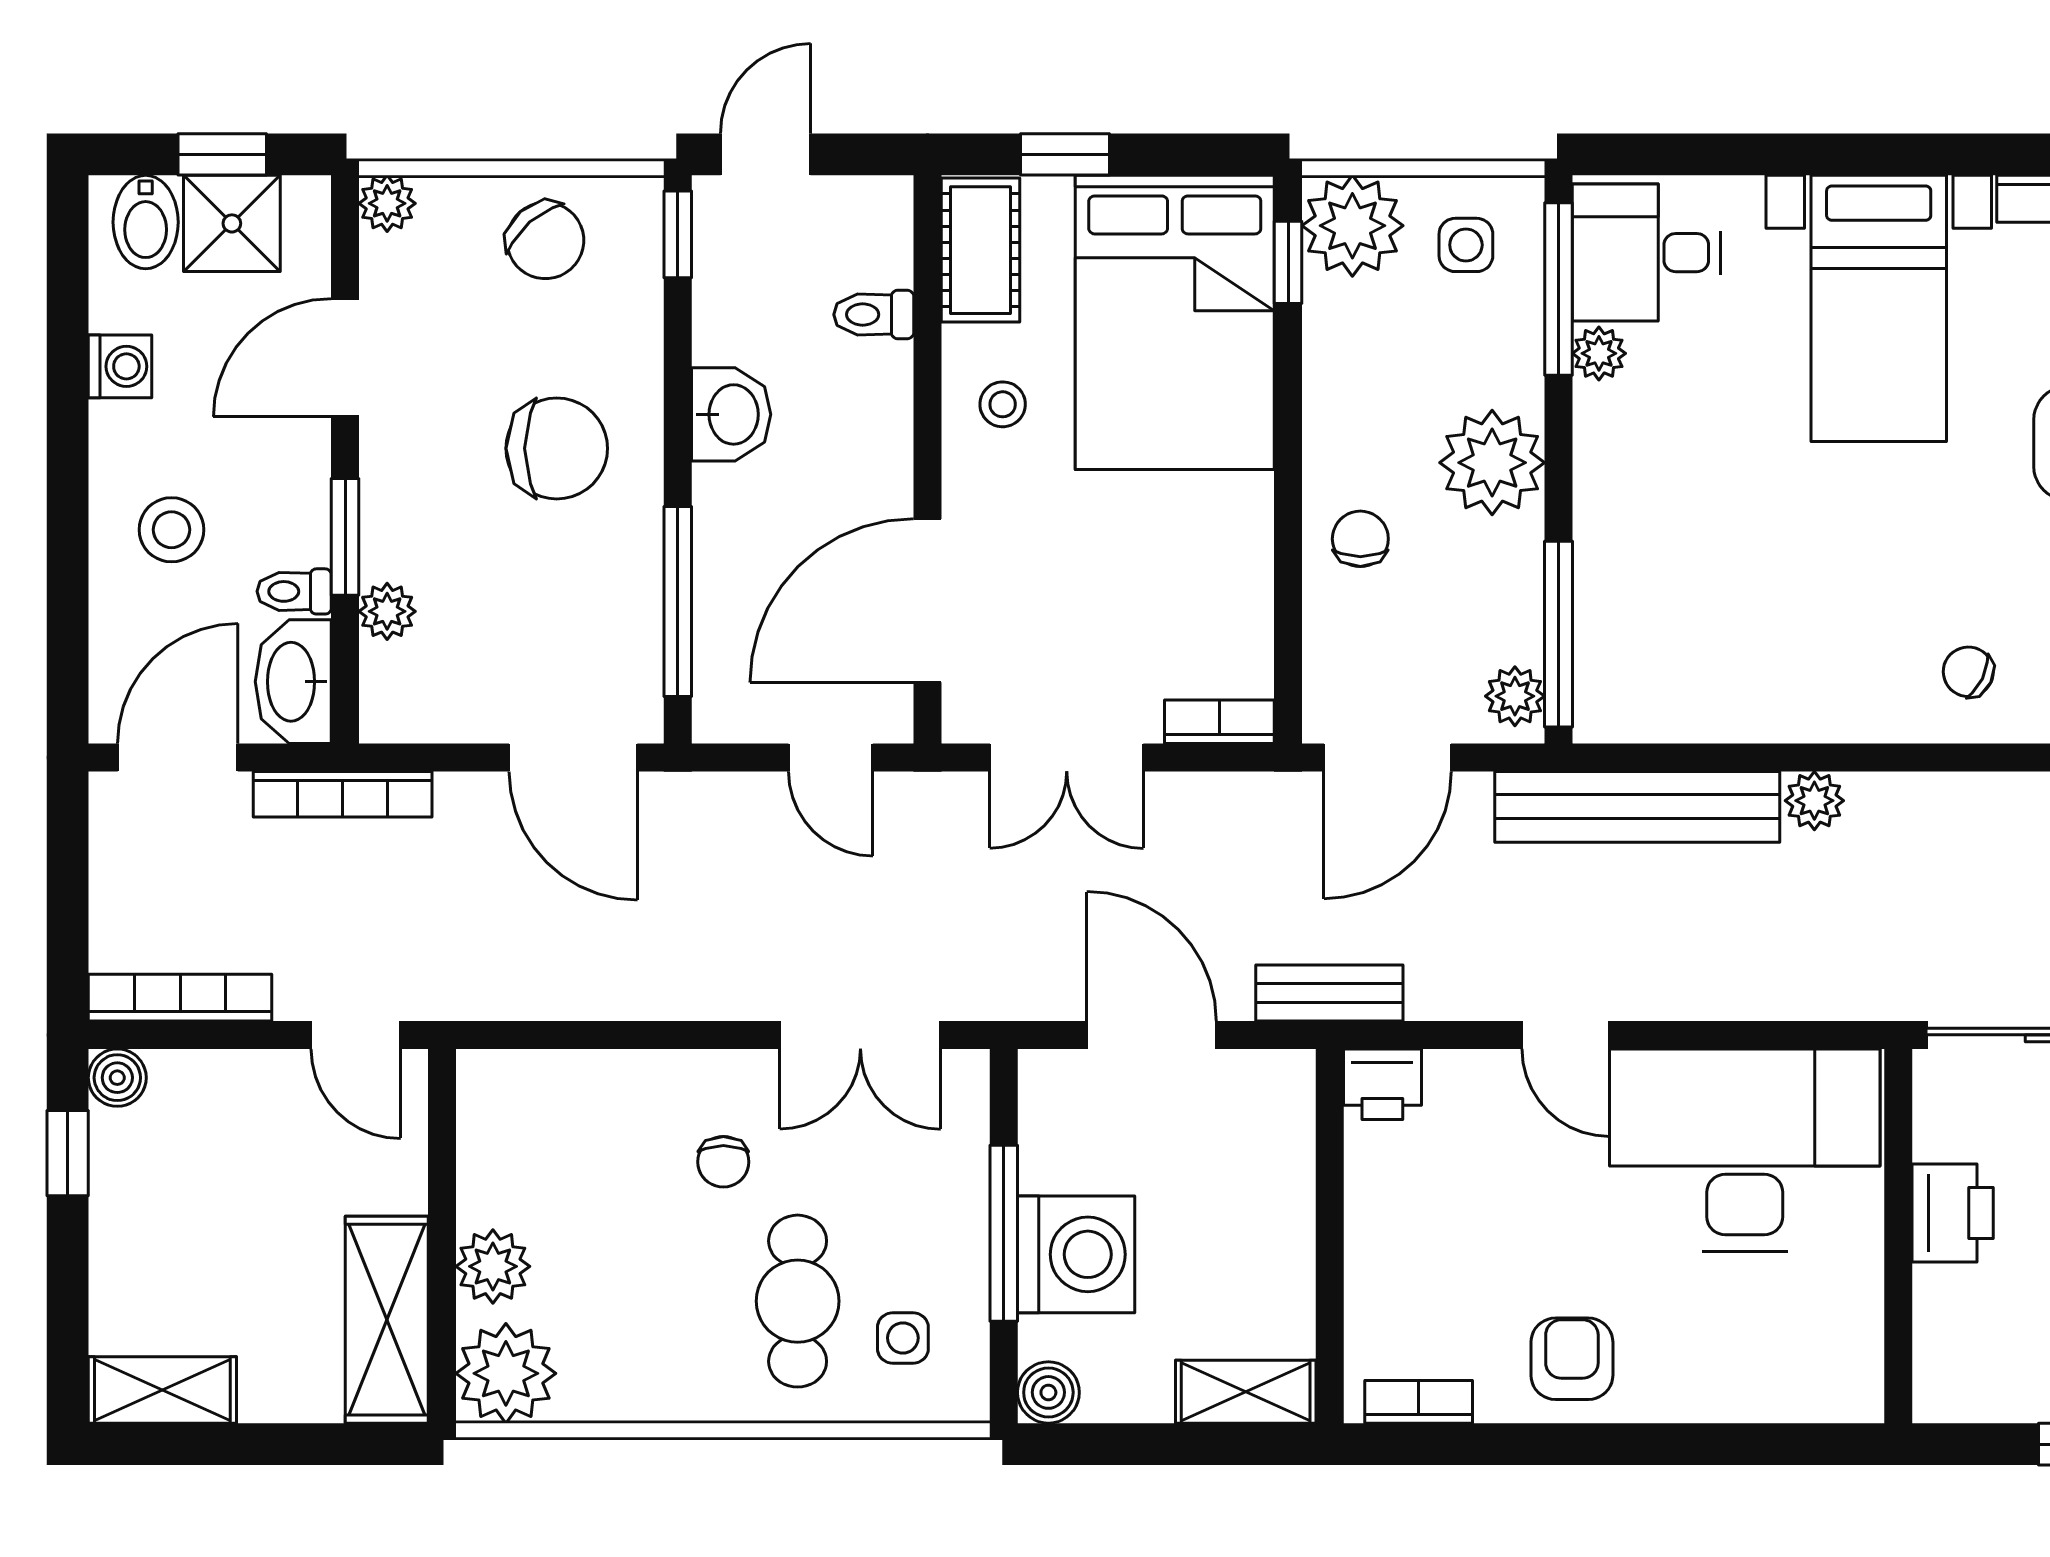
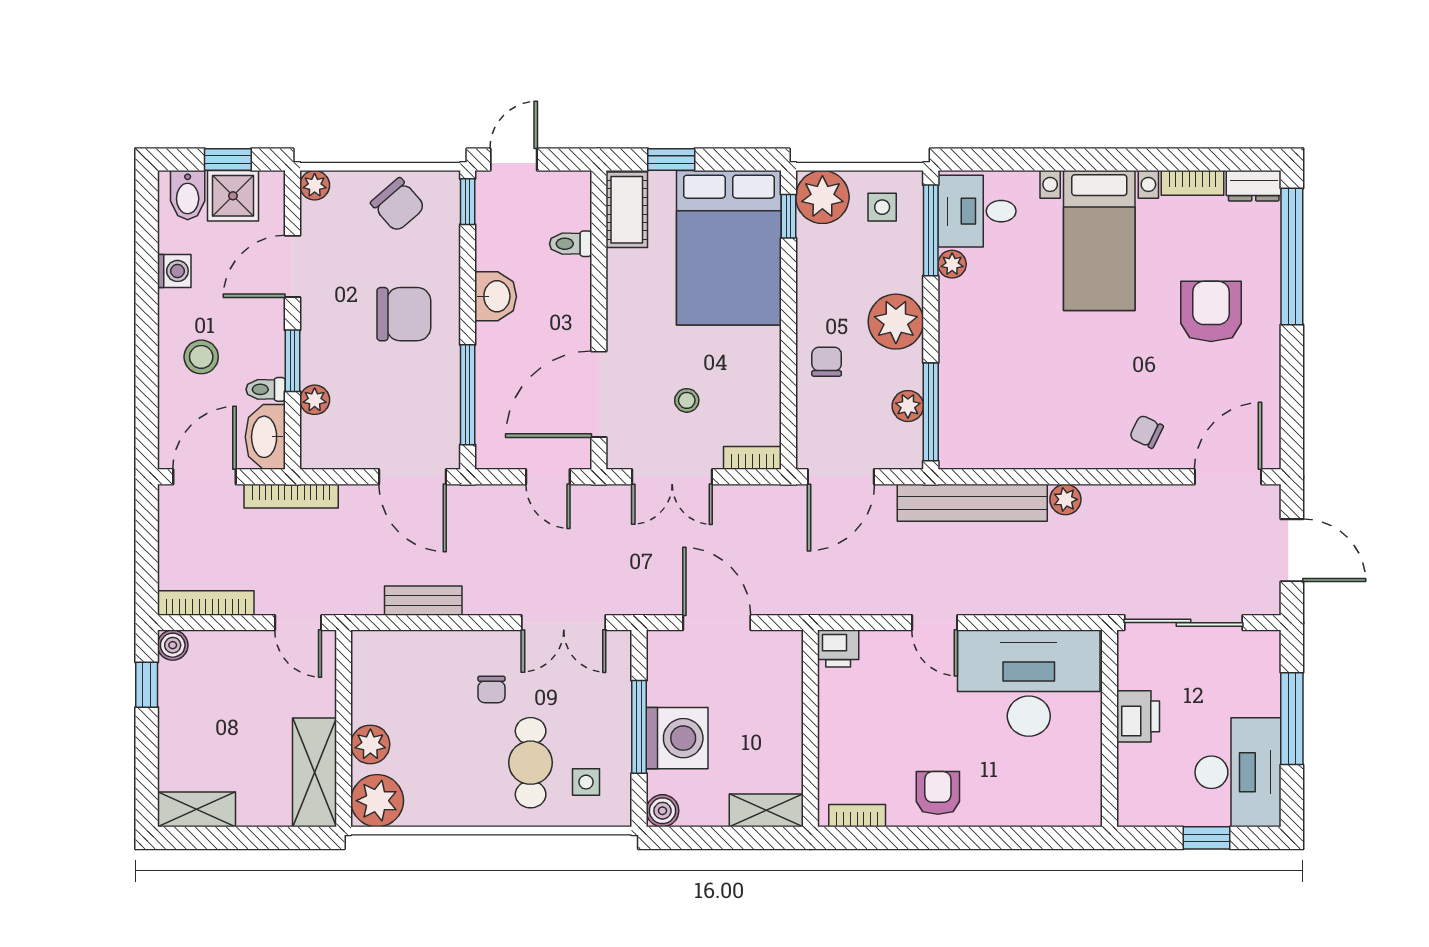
stool: (1003, 404) -> (687, 400), moved
plant: (1515, 696) -> (908, 406), moved
bench: (1329, 993) -> (423, 601), moved

